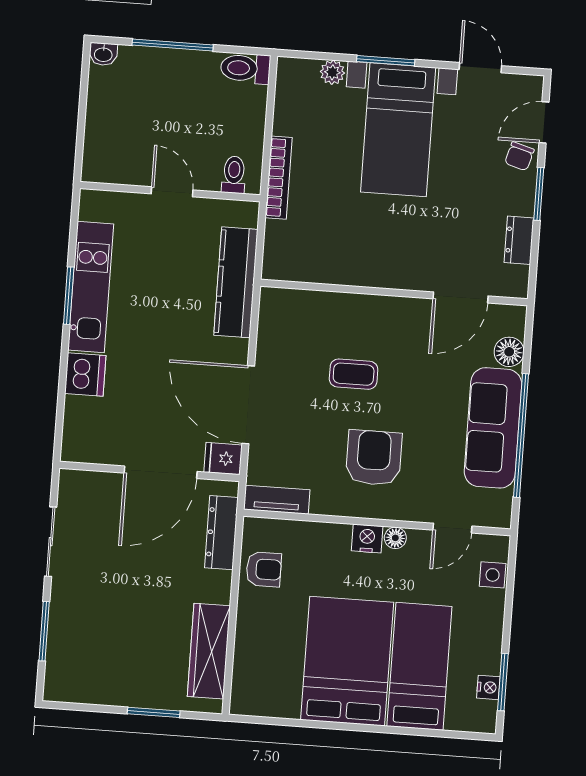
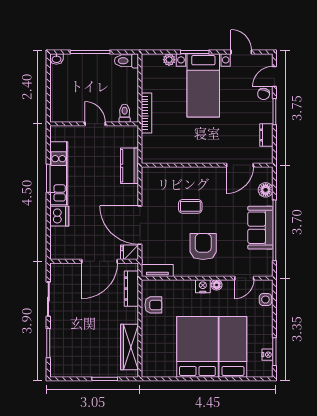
kitchen counter: (236, 282) -> (129, 166), width x0.67
sofa: (493, 428) -> (260, 228), width x0.73

